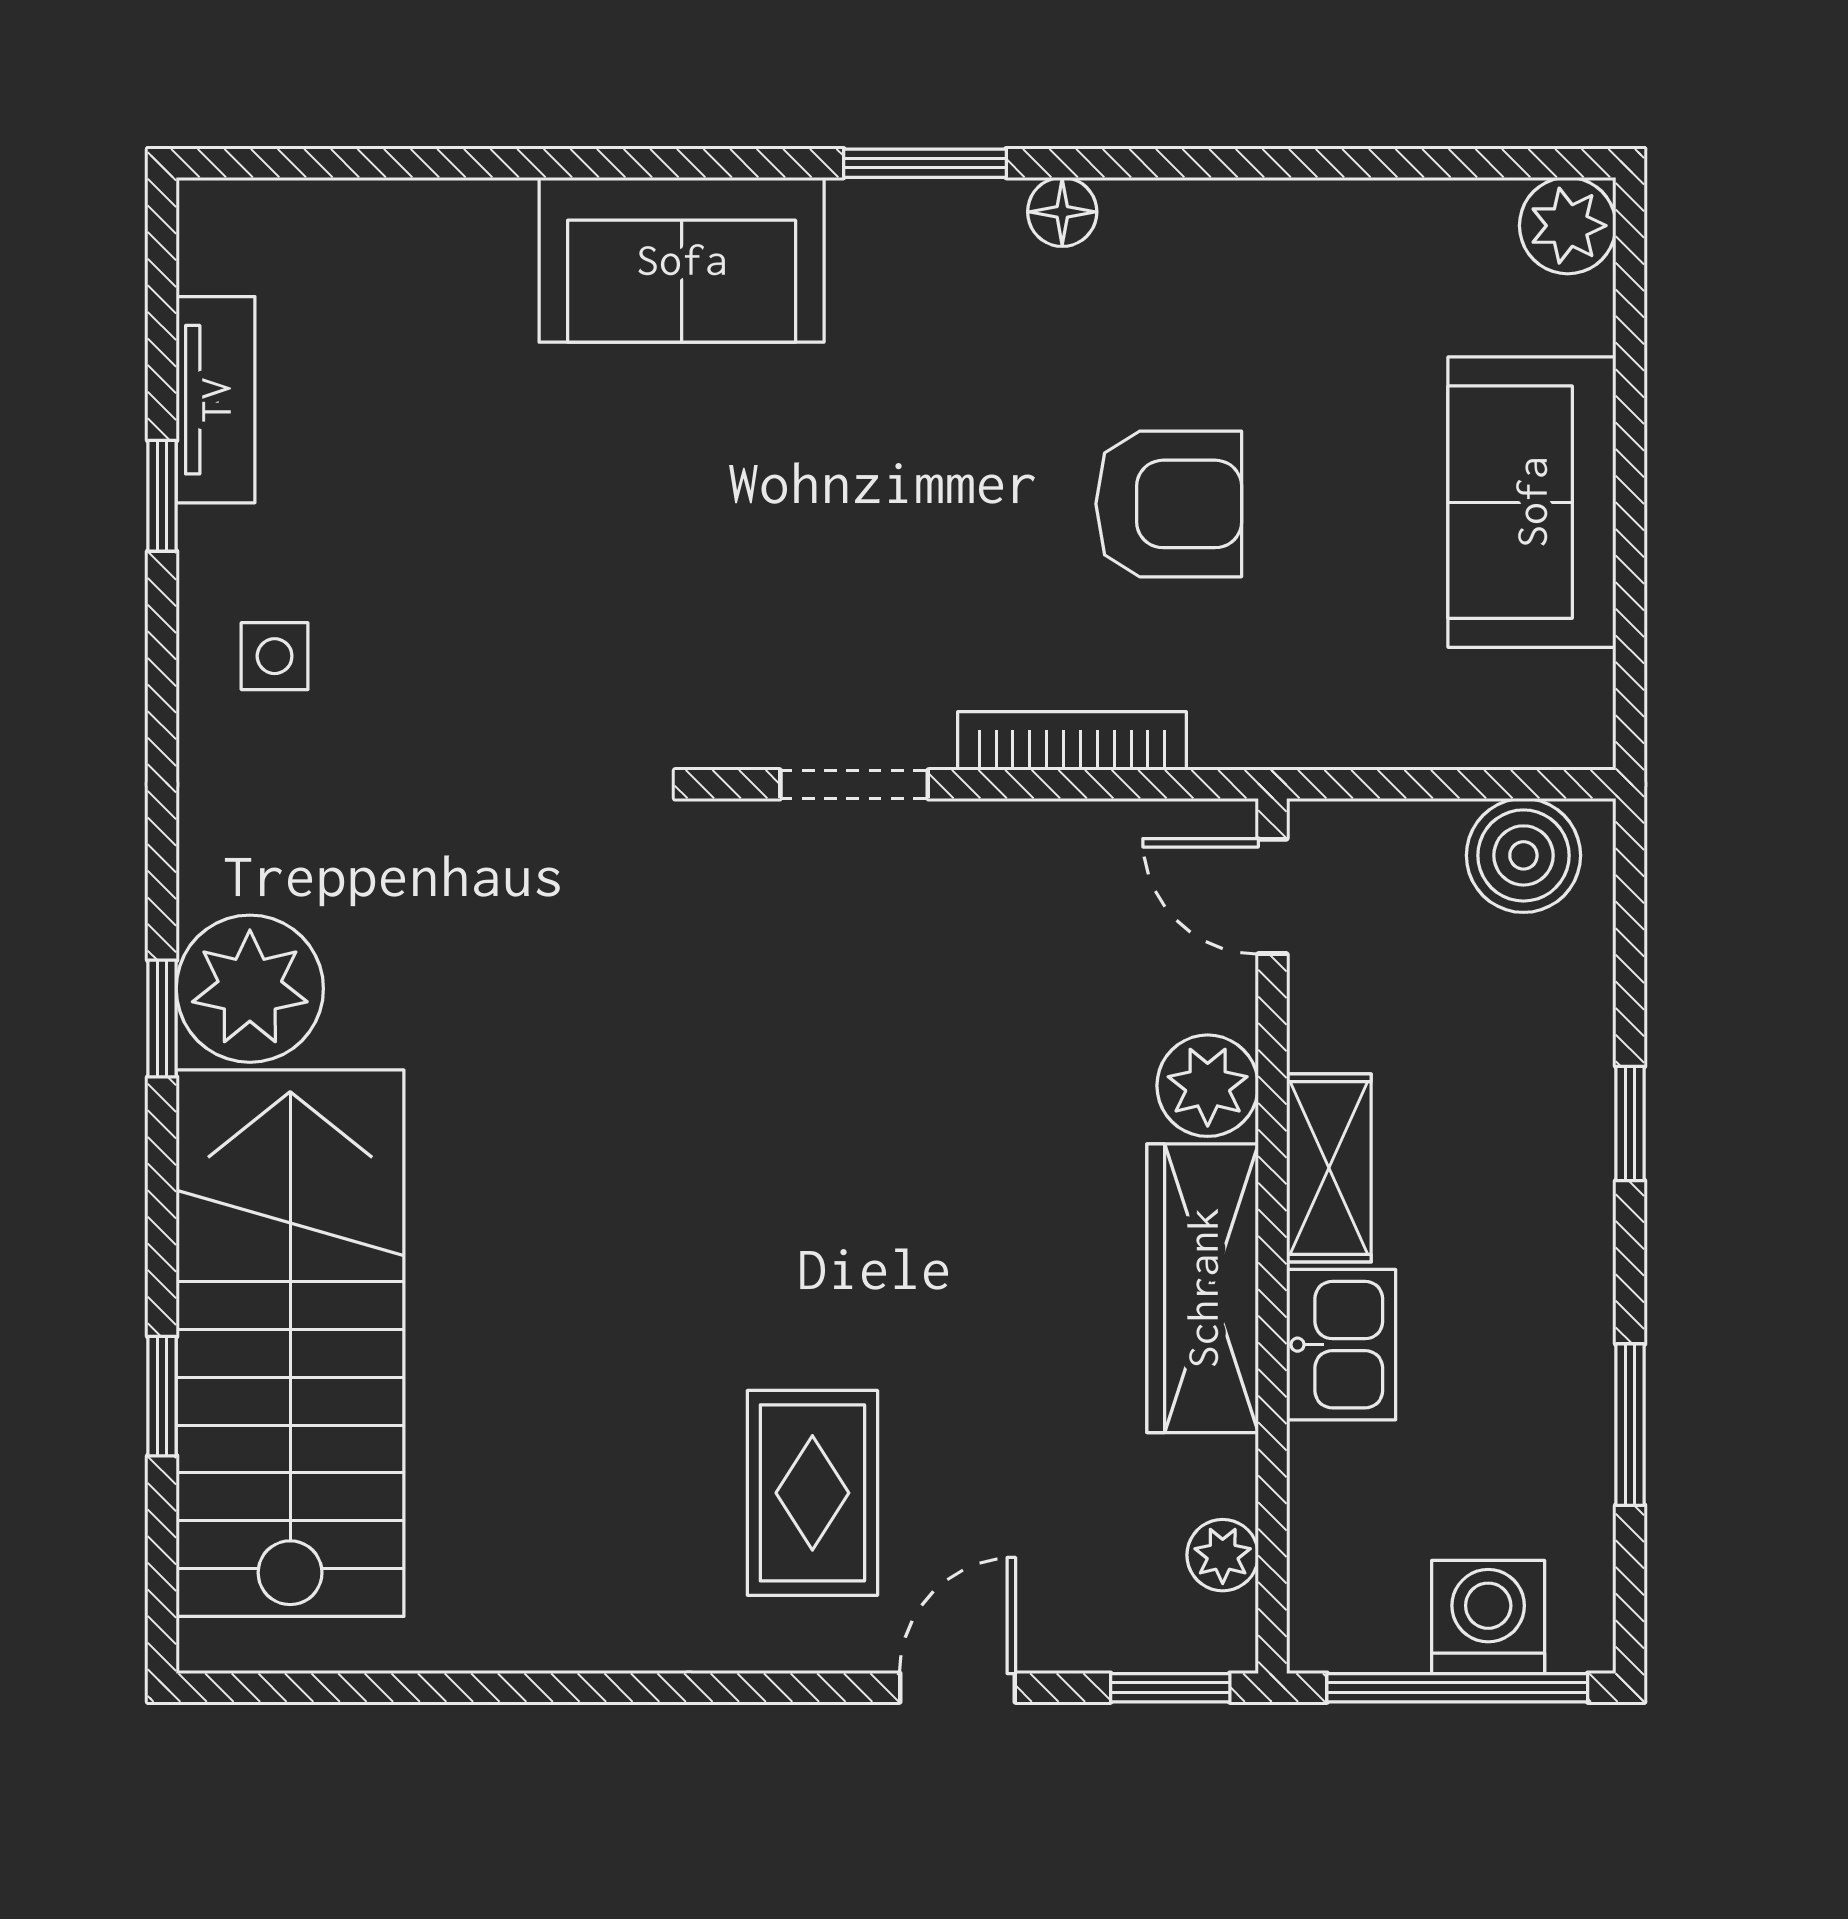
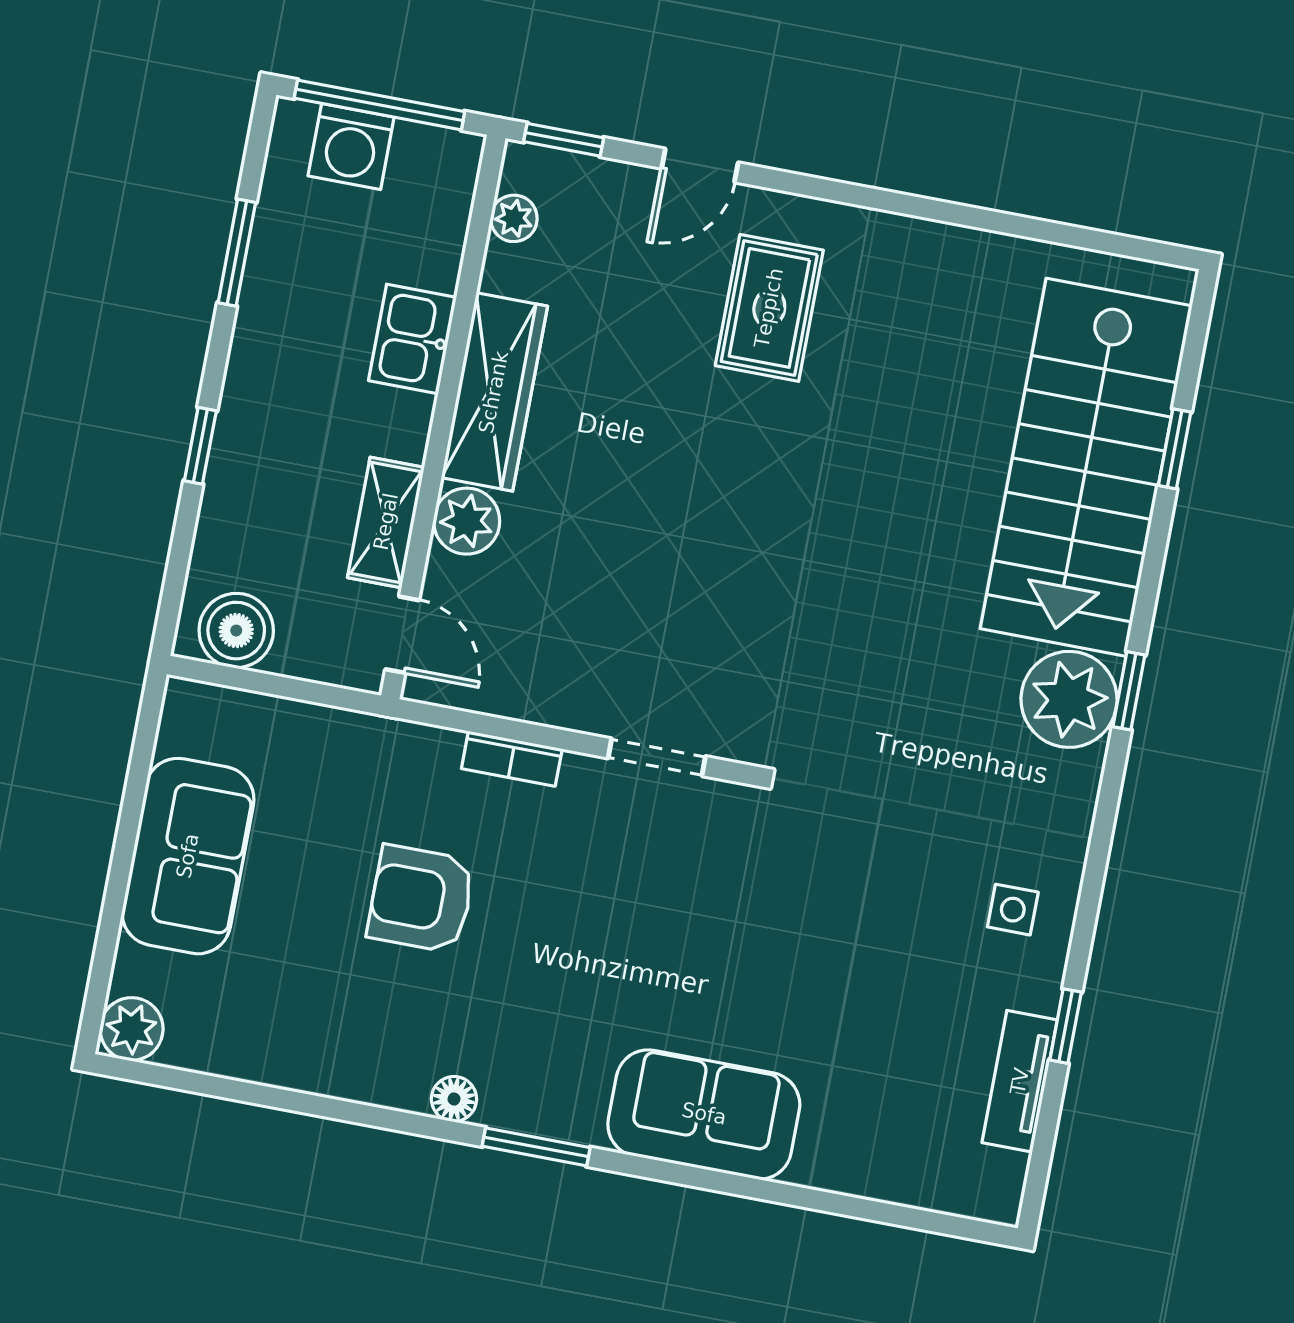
bookcase: (1072, 741) -> (512, 759), width x0.64
shelving: (1329, 1168) -> (386, 522), moved

